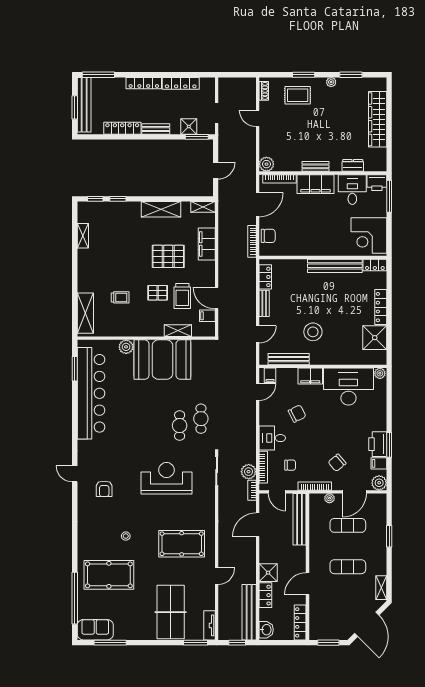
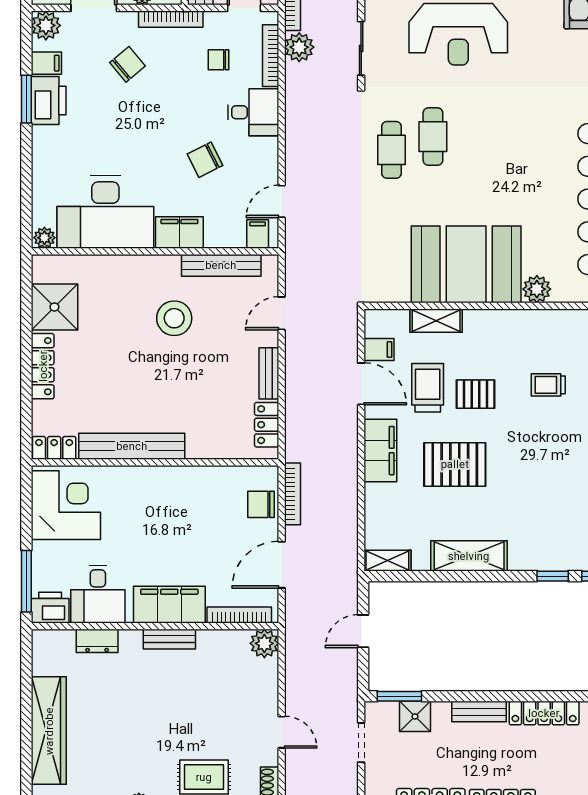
filing cabinet: (207, 244) -> (380, 451), moved

